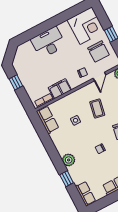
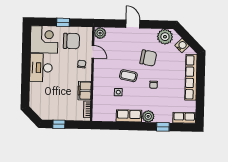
desk: (48, 43) -> (41, 68), moved
coffee table: (97, 109) -> (128, 76), moved
row of seats: (48, 120) -> (129, 116), moved

